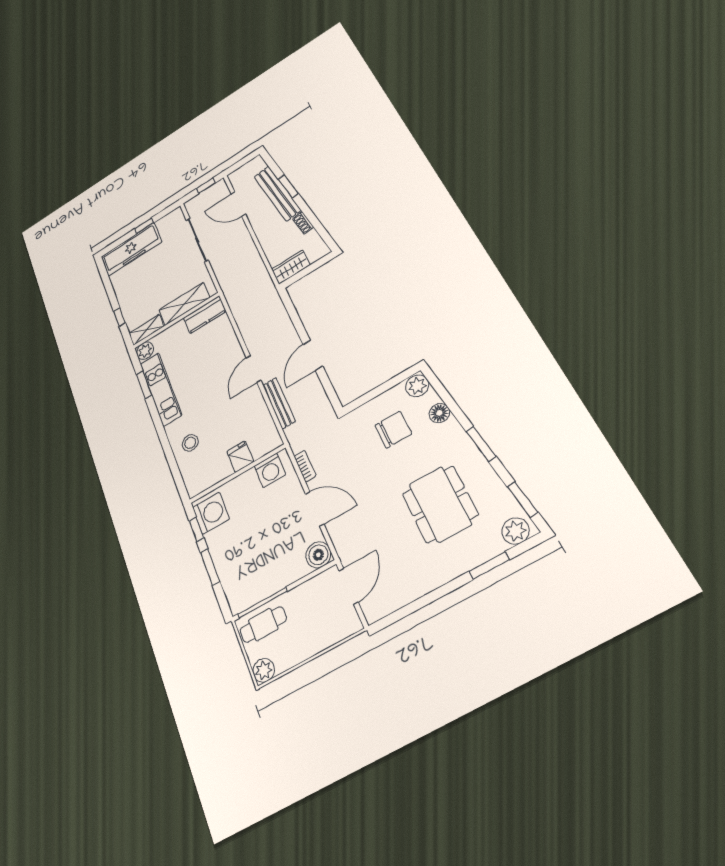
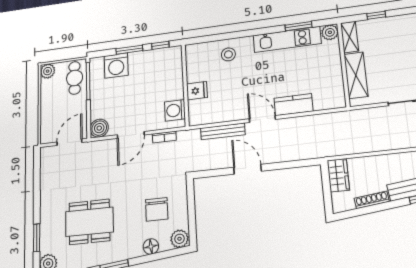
shoe rack: (303, 223) -> (372, 200), width x1.43
kitchen counter: (205, 315) -> (293, 105), moved, turned 90
washing machine: (211, 513) -> (116, 66), moved
door: (349, 586) -> (70, 142), swing flipped

